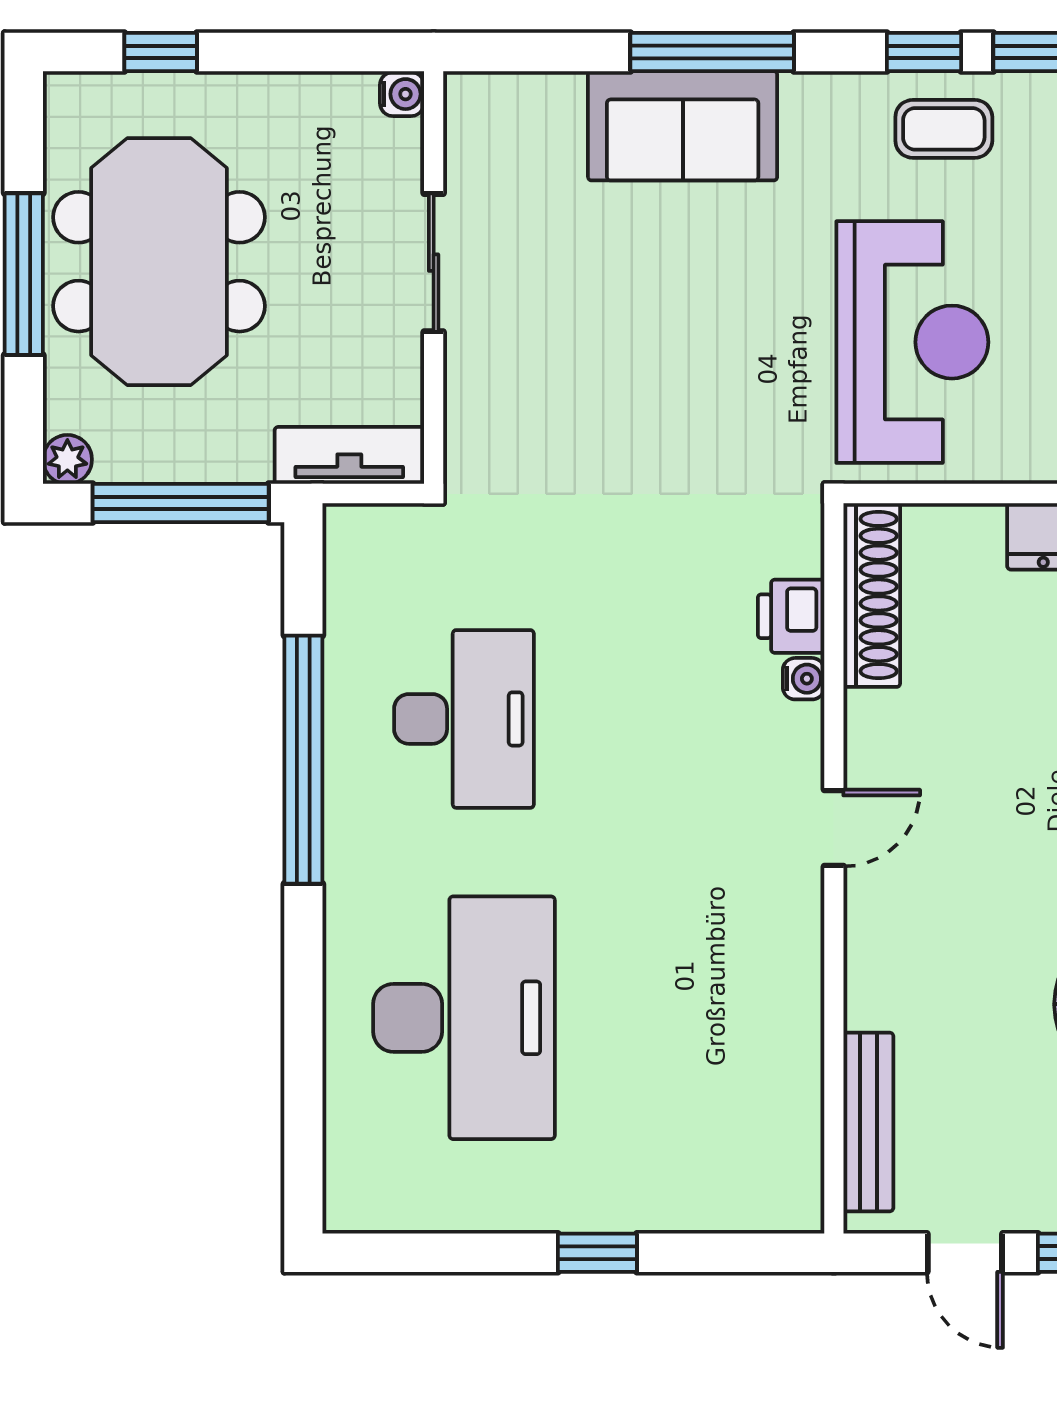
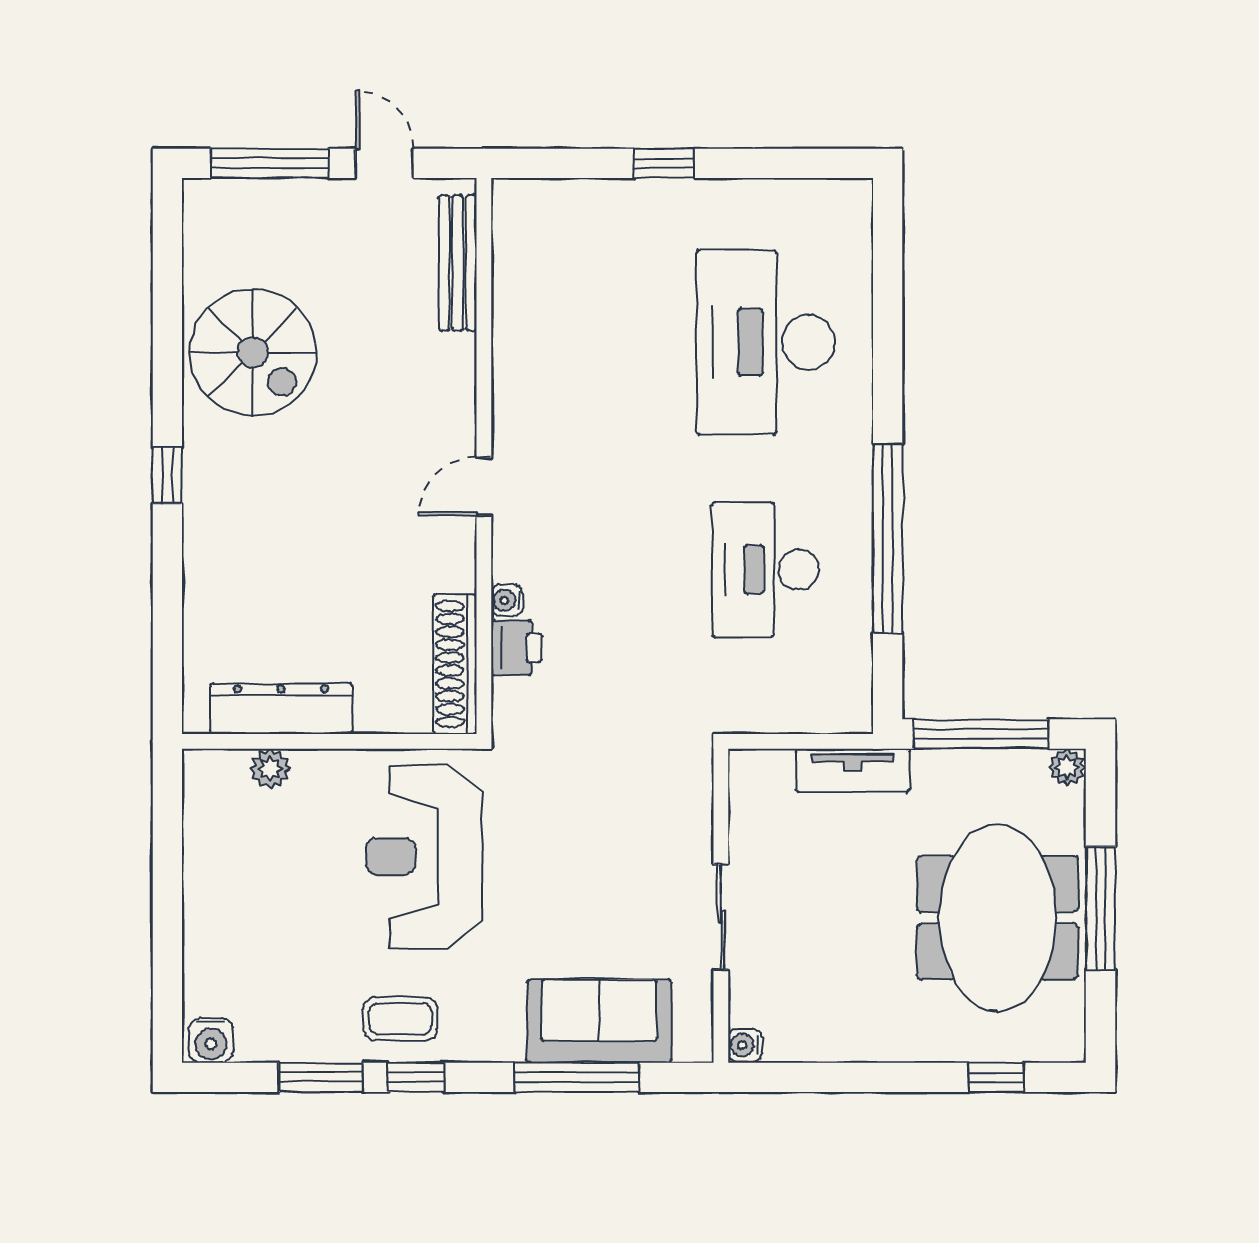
water cooler: (402, 94) -> (745, 1045), moved
sliding door: (434, 263) -> (721, 917), moved
wall: (434, 278) -> (721, 906), moved

